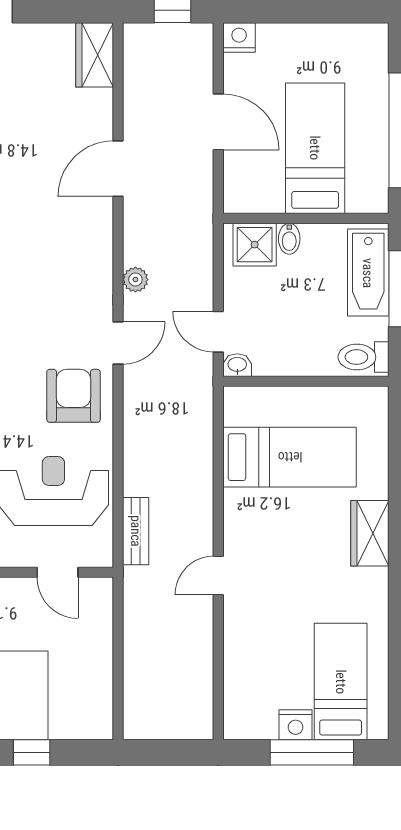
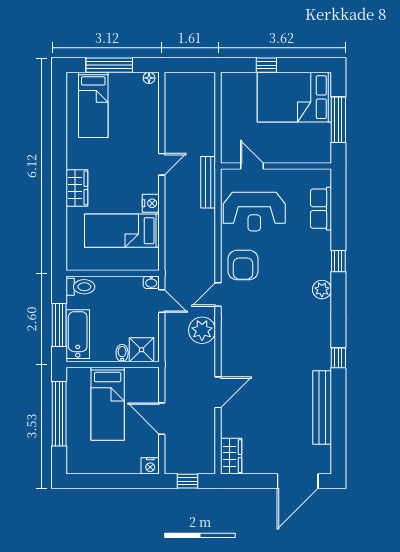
plant: (135, 280) -> (202, 330), width x1.88, depth x1.88
bench: (136, 531) -> (208, 182), width x1.36
nightstand: (296, 725) -> (151, 203), moved, turned 90
floor lamp: (241, 730) -> (149, 78), added

